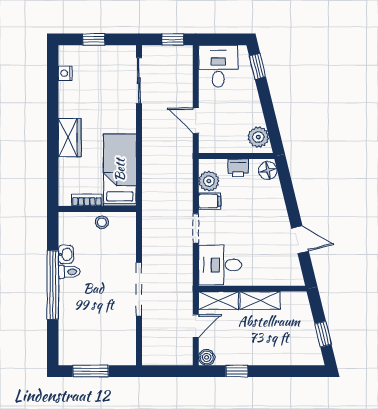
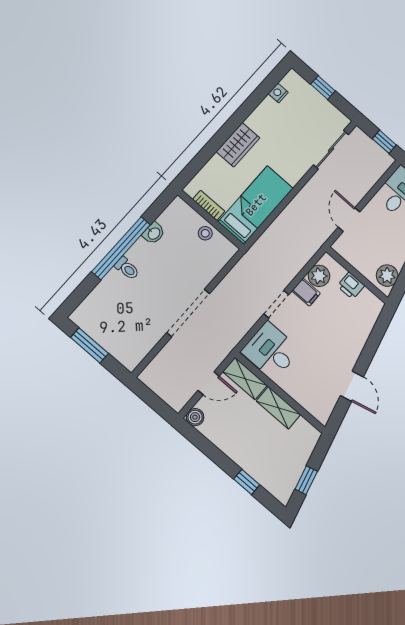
floor lamp: (268, 170) -> (373, 308), removed
toilet: (69, 272) -> (127, 268), moved
window: (237, 371) -> (247, 482), moved

